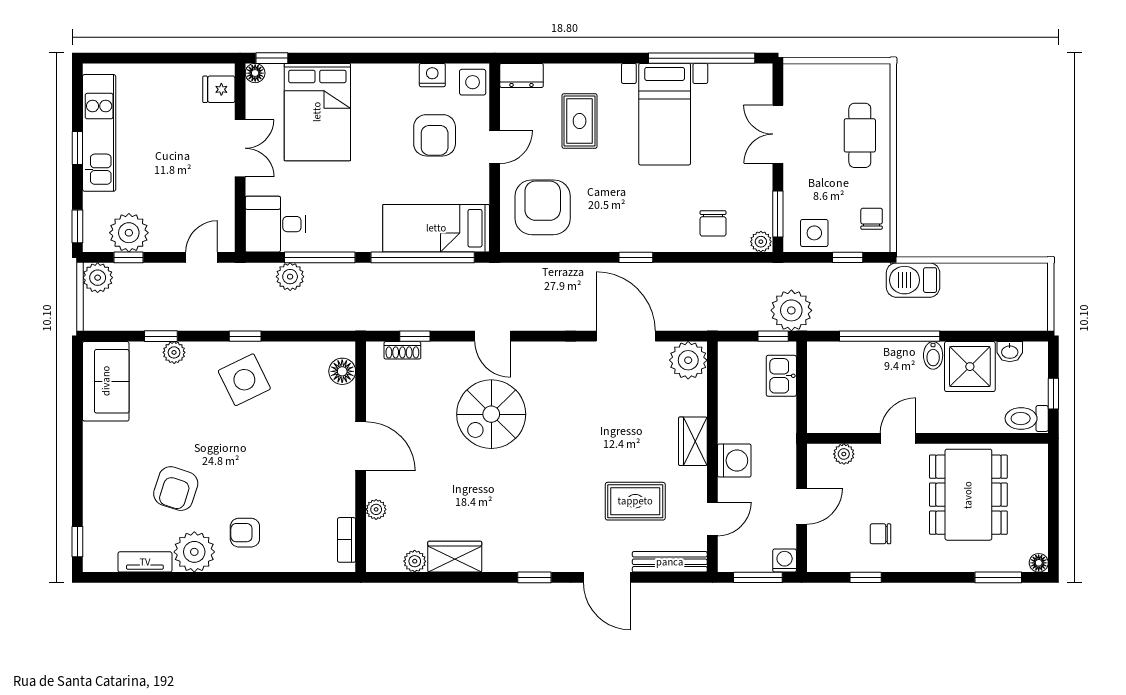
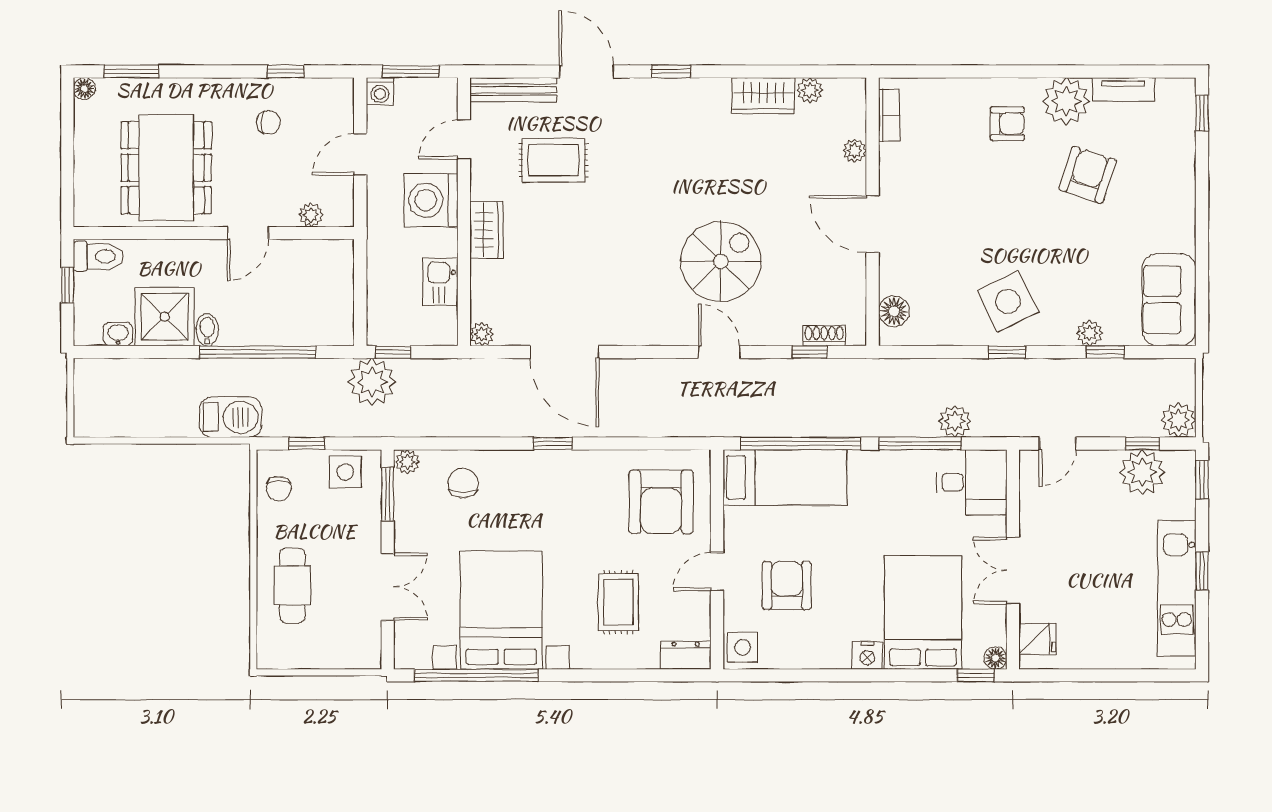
nightstand: (432, 75) -> (867, 655), moved
bed with nightstands: (665, 114) -> (501, 610), width x1.36
plant: (688, 360) -> (482, 334), width x0.53, depth x0.53
kitchen sink: (781, 376) -> (440, 282), moved, turned 180
washing machine: (734, 460) -> (431, 200), width x1.37, depth x1.37

